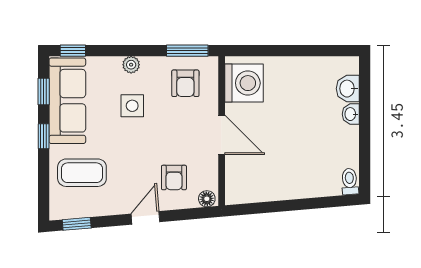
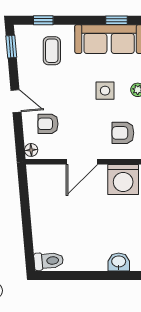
washbasin: (351, 114) -> (98, 264), removed
window: (44, 136) -> (43, 20), moved
coffee table: (82, 173) -> (52, 51), width x0.73, depth x0.77
toilet: (350, 181) -> (49, 261), width x1.37, depth x1.39

